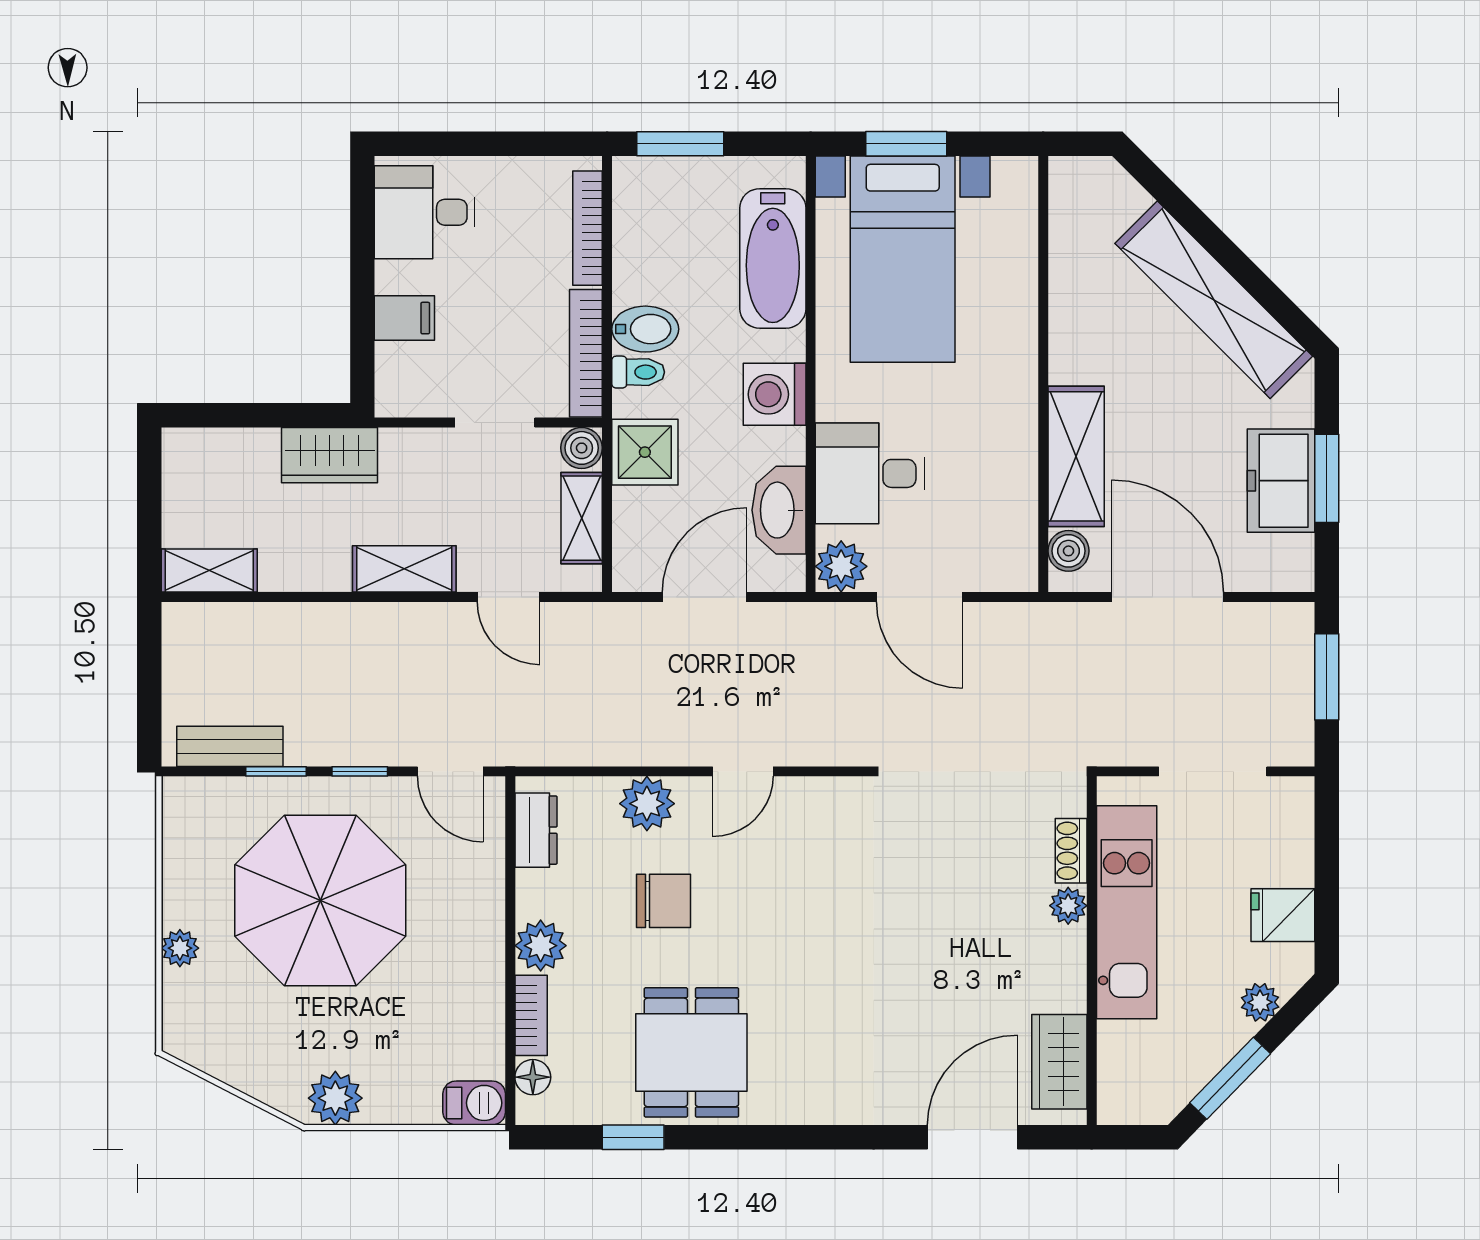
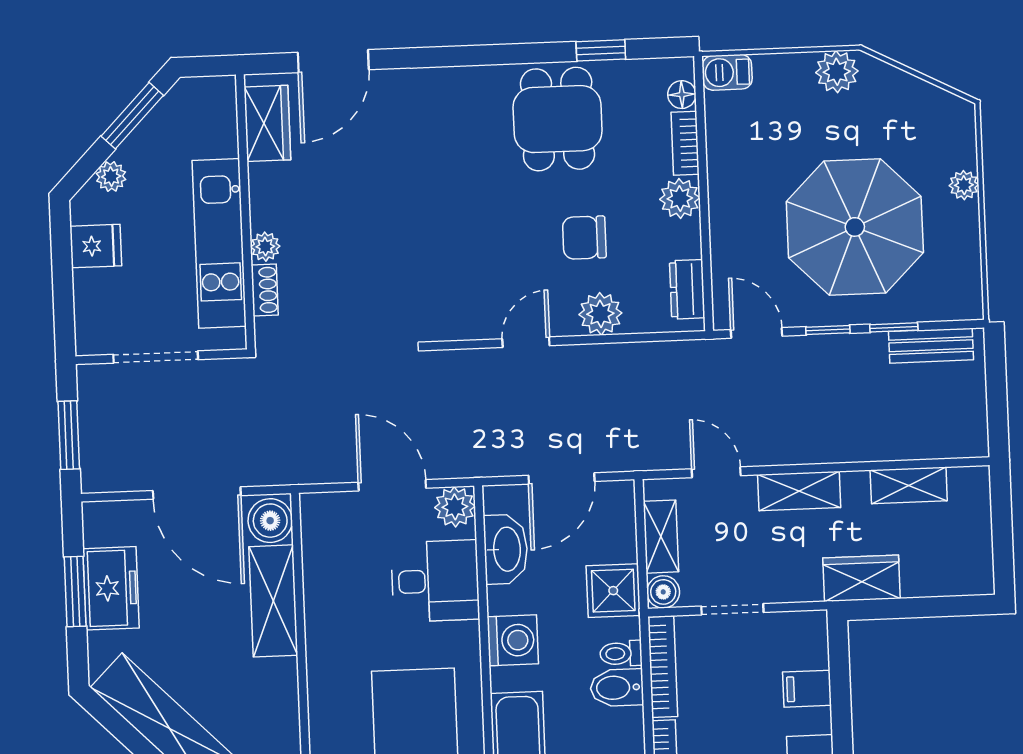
boiler: (1069, 551) -> (270, 521), width x1.36, depth x1.36
shelving: (209, 571) -> (909, 485), moved

